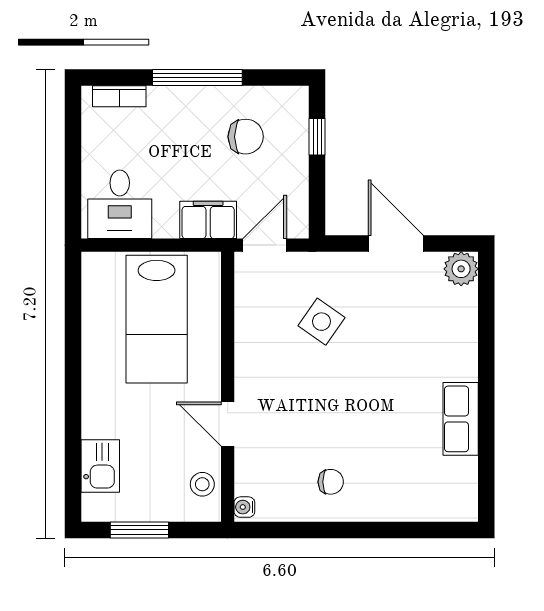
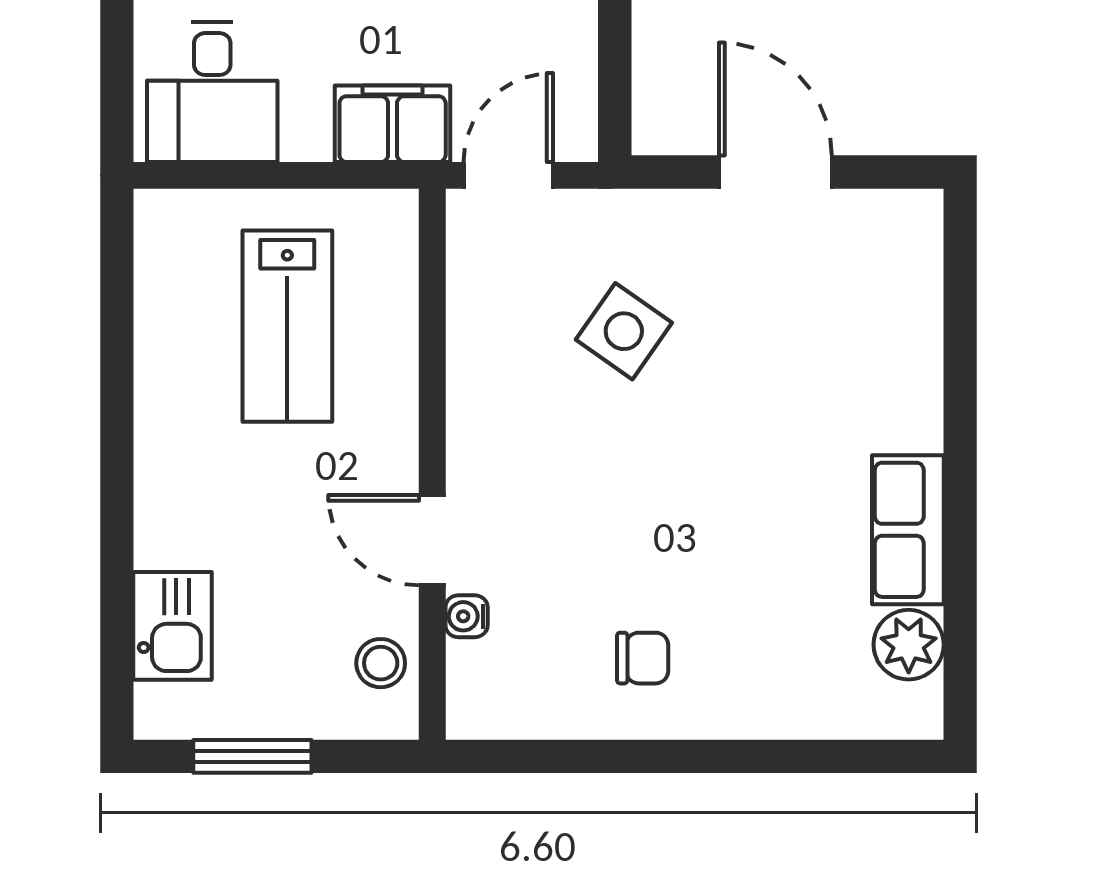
plant: (461, 269) -> (909, 645), moved
lab bench: (157, 319) -> (287, 326), width x0.73, depth x0.72
water cooler: (244, 507) -> (467, 616), moved

